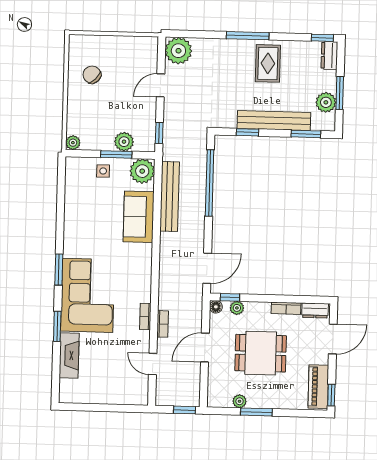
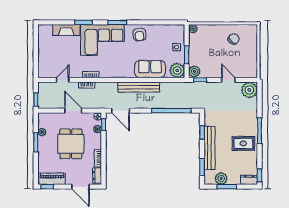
plant: (124, 142) -> (194, 71), moved
bench: (170, 196) -> (139, 87), moved
armchair: (80, 233) -> (139, 35), added

